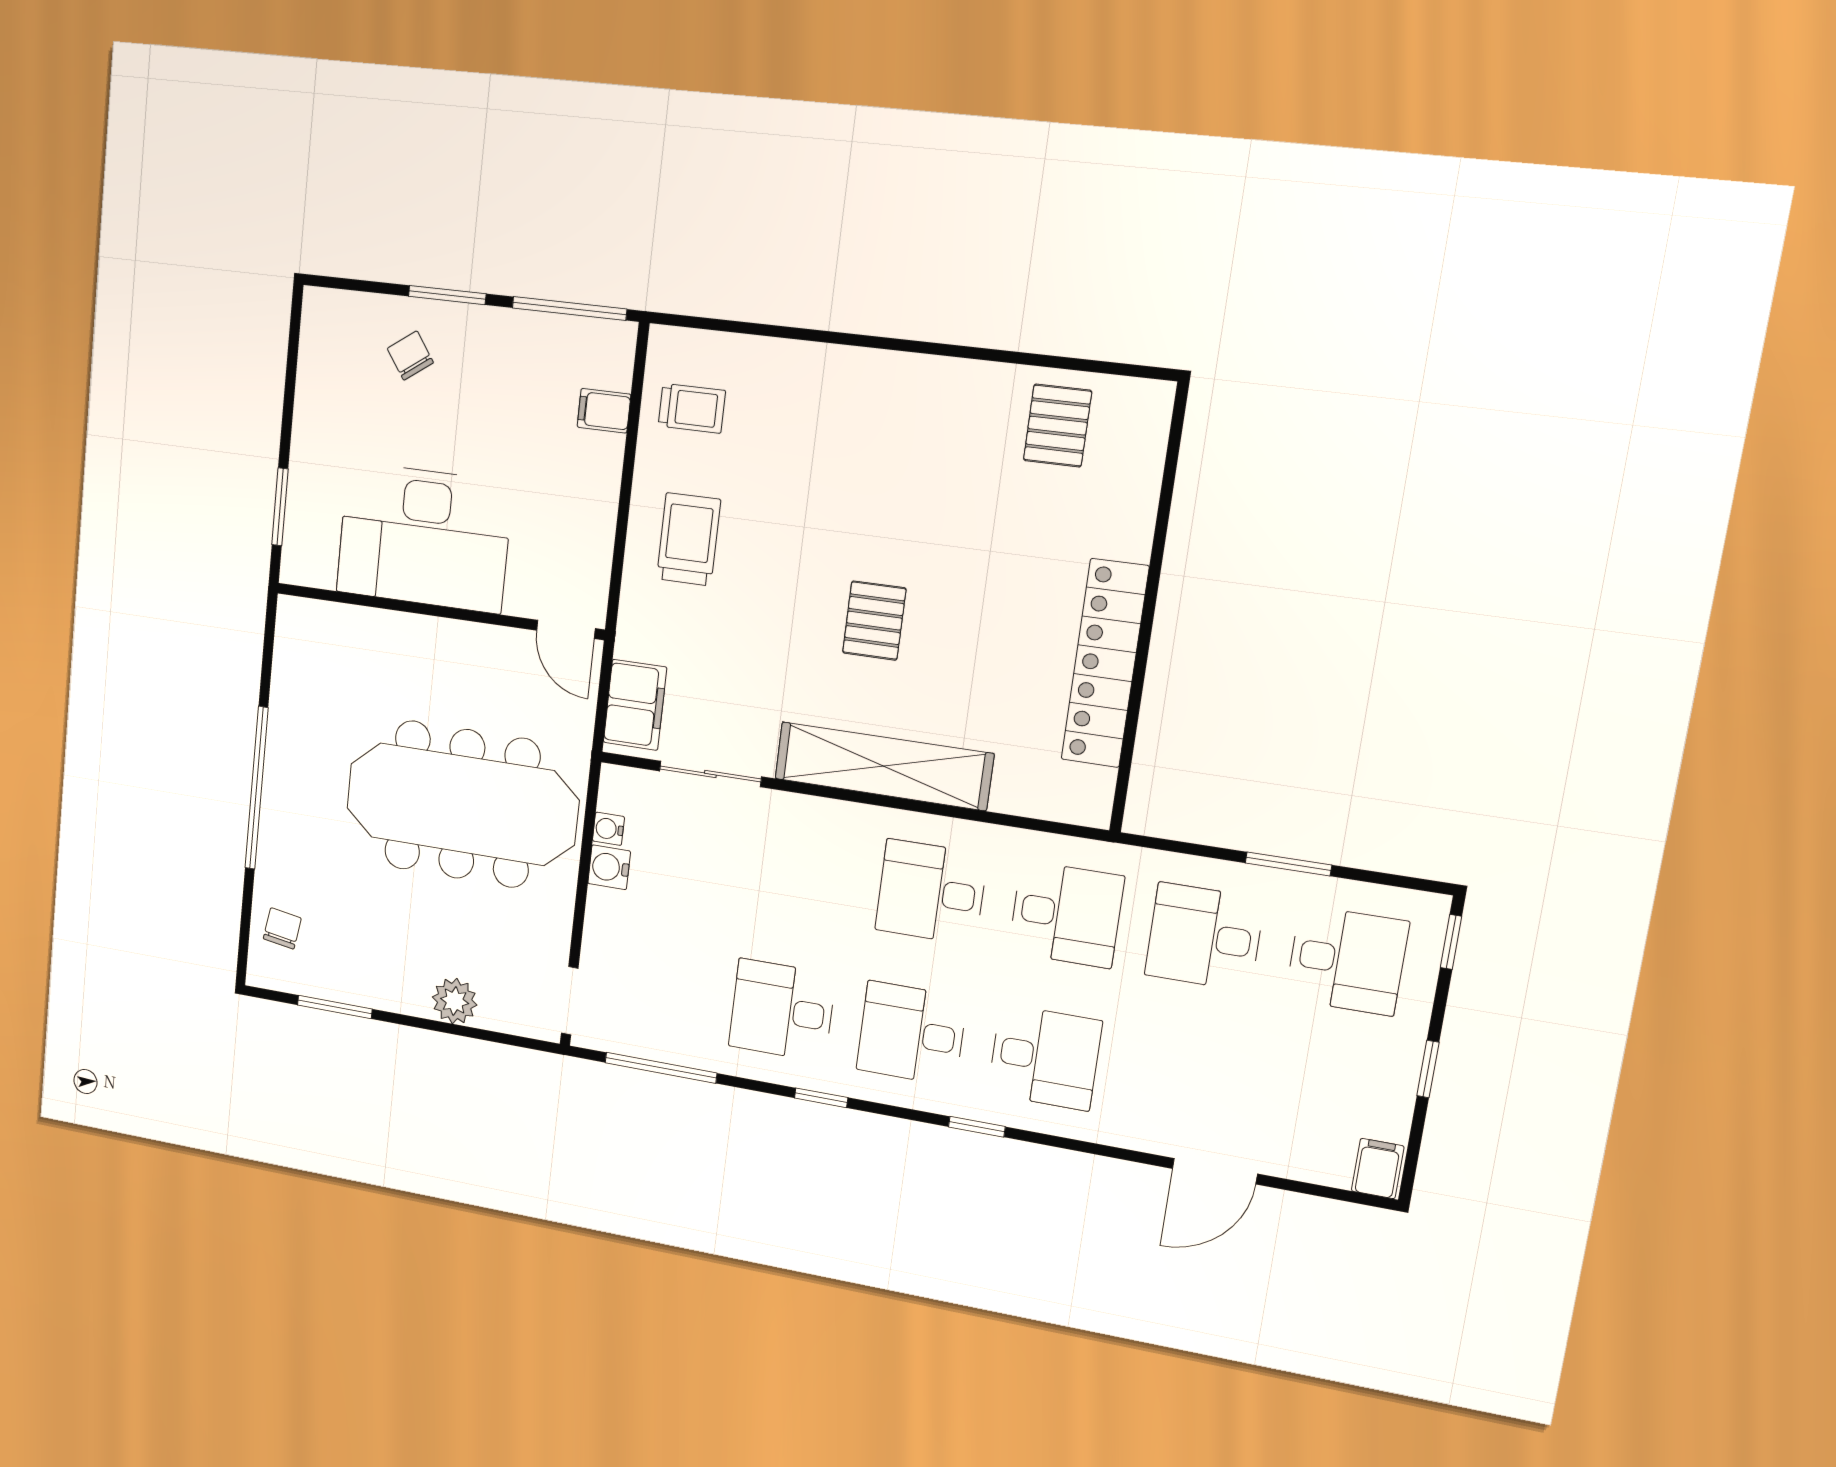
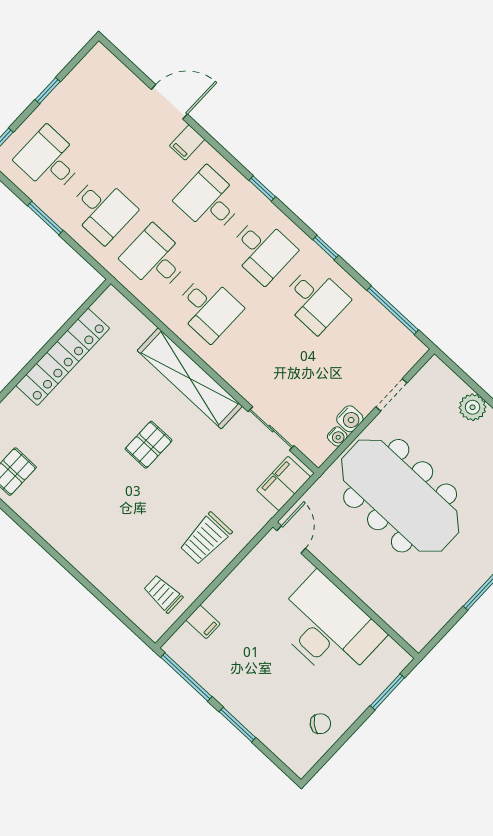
chair: (410, 356) -> (320, 724), moved, turned -106
doorway: (570, 1001) -> (391, 395), moved
filing cabinet: (1378, 1169) -> (187, 142), moved

